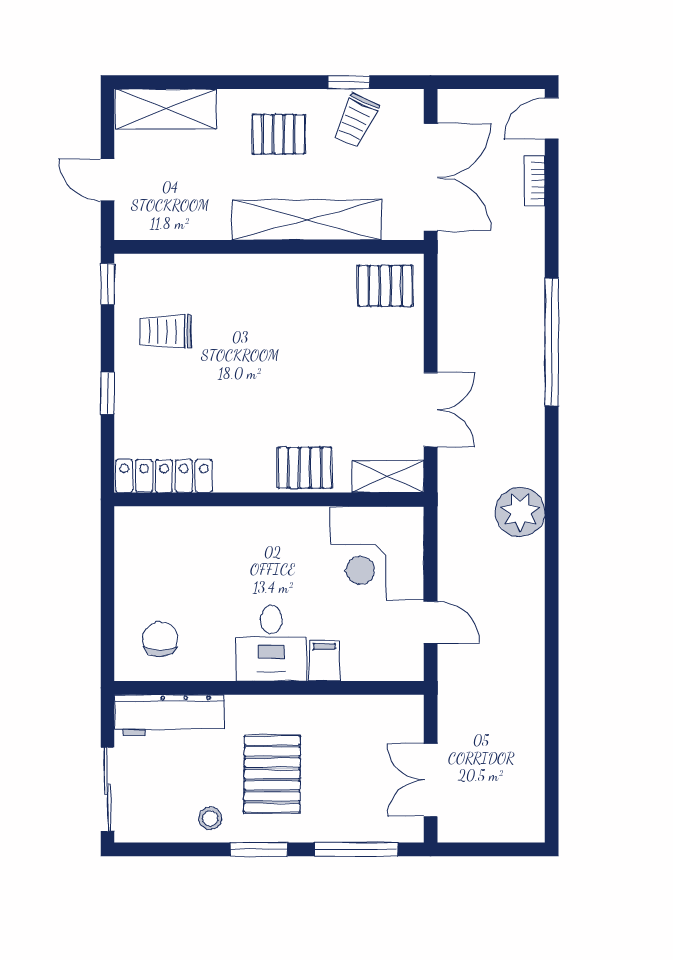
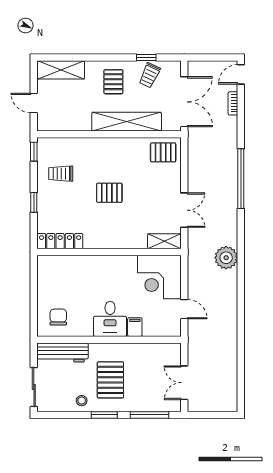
pallet: (279, 134) -> (113, 82), turned 90
pallet: (305, 468) -> (109, 193), moved

